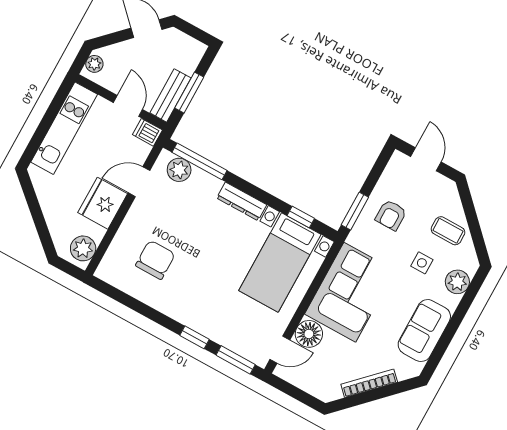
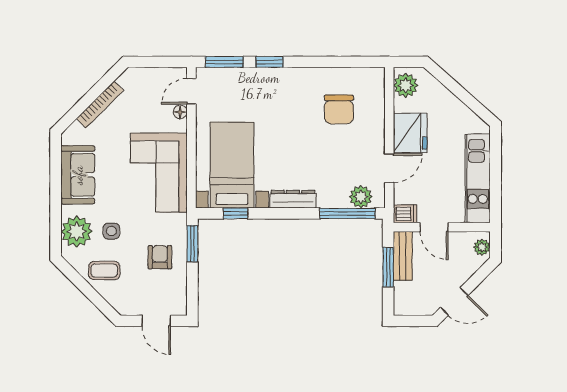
plant: (457, 282) -> (77, 232), width x1.36, depth x1.36
floor lamp: (309, 334) -> (180, 112), width x0.53, depth x0.53

